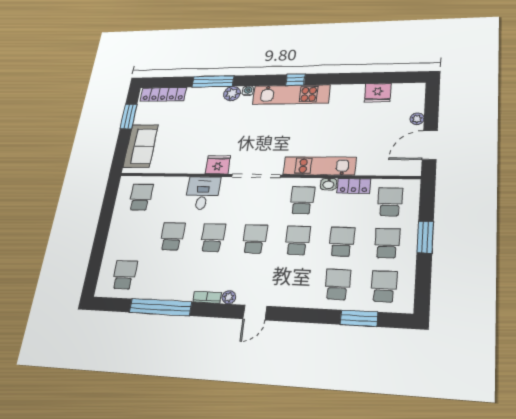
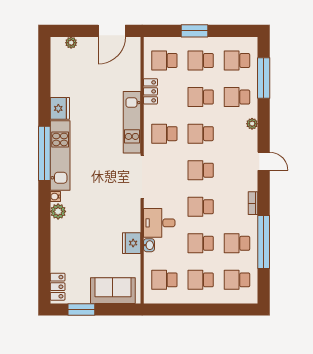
window: (295, 80) -> (44, 153), width x3.17
window: (213, 81) -> (44, 232), removed
fridge: (378, 93) -> (60, 108), moved
locker: (163, 94) -> (58, 287), width x0.66
plant: (417, 119) -> (71, 43), moved
door: (430, 145) -> (112, 31), hinge flipped
fridge: (218, 165) -> (132, 243), moved
washbasin: (329, 184) -> (149, 245), moved
school desk: (133, 235) -> (201, 280), added
school desk: (165, 276) -> (237, 243), added
plant: (229, 297) -> (252, 124), moved
window: (359, 318) -> (264, 78), width x1.44

